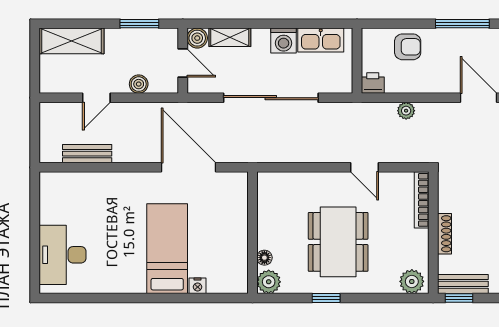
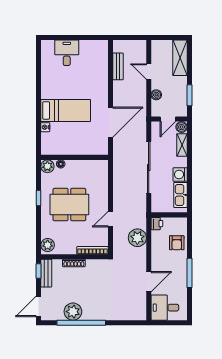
plant: (406, 111) -> (137, 238), width x1.87, depth x1.87
desk: (62, 255) -> (67, 53), width x0.73

